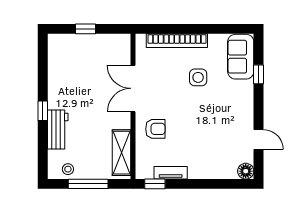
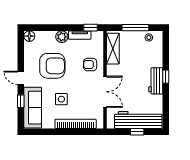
workbench: (84, 47) -> (138, 120), added
sofa: (241, 57) -> (33, 108), width x1.36
armchair: (212, 127) -> (52, 66), added
workbench: (58, 130) -> (156, 81), moved
door: (259, 140) -> (21, 78), moved
plant: (197, 170) -> (62, 37), added

